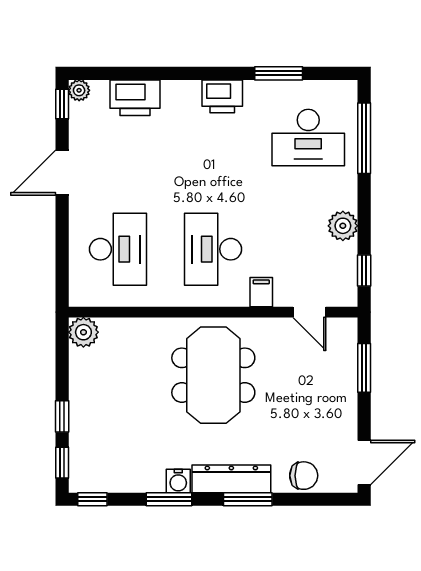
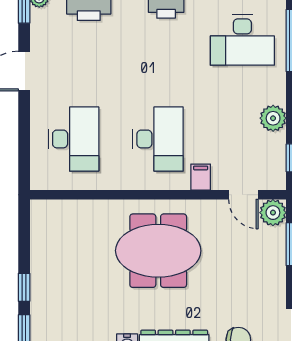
desk: (213, 249) -> (158, 139), turned 180
plant: (83, 332) -> (273, 213), moved
meeting table: (213, 375) -> (158, 251), turned 90

